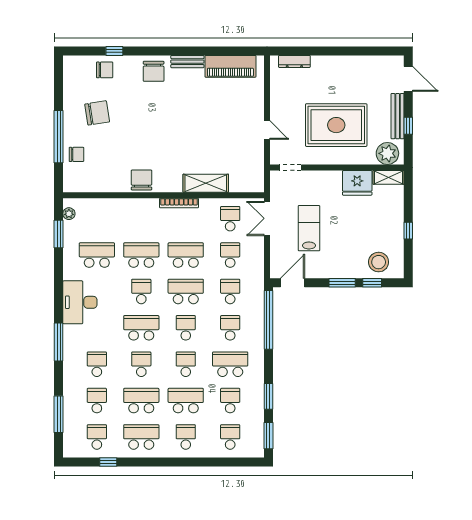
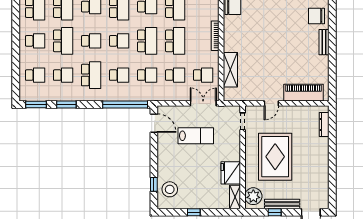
piano: (230, 66) -> (304, 93), moved, turned 90
shelving: (206, 183) -> (230, 70), moved
window: (342, 283) -> (154, 161), removed

